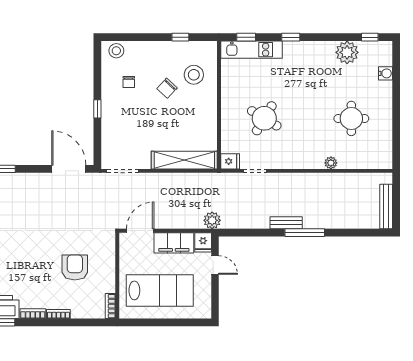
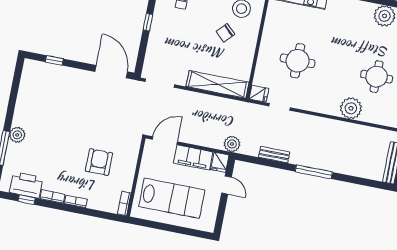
chair: (167, 88) -> (225, 33), moved
round table: (264, 118) -> (298, 61), turned -31
plant: (331, 163) -> (351, 108), width x1.87, depth x1.87
bench: (286, 223) -> (274, 155), moved

